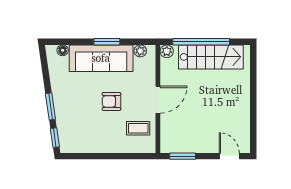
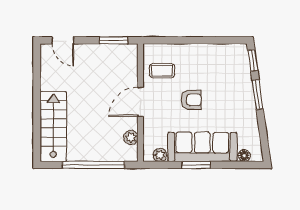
plant: (167, 51) -> (131, 137), moved
stairs: (211, 57) -> (53, 126), moved, turned 90

